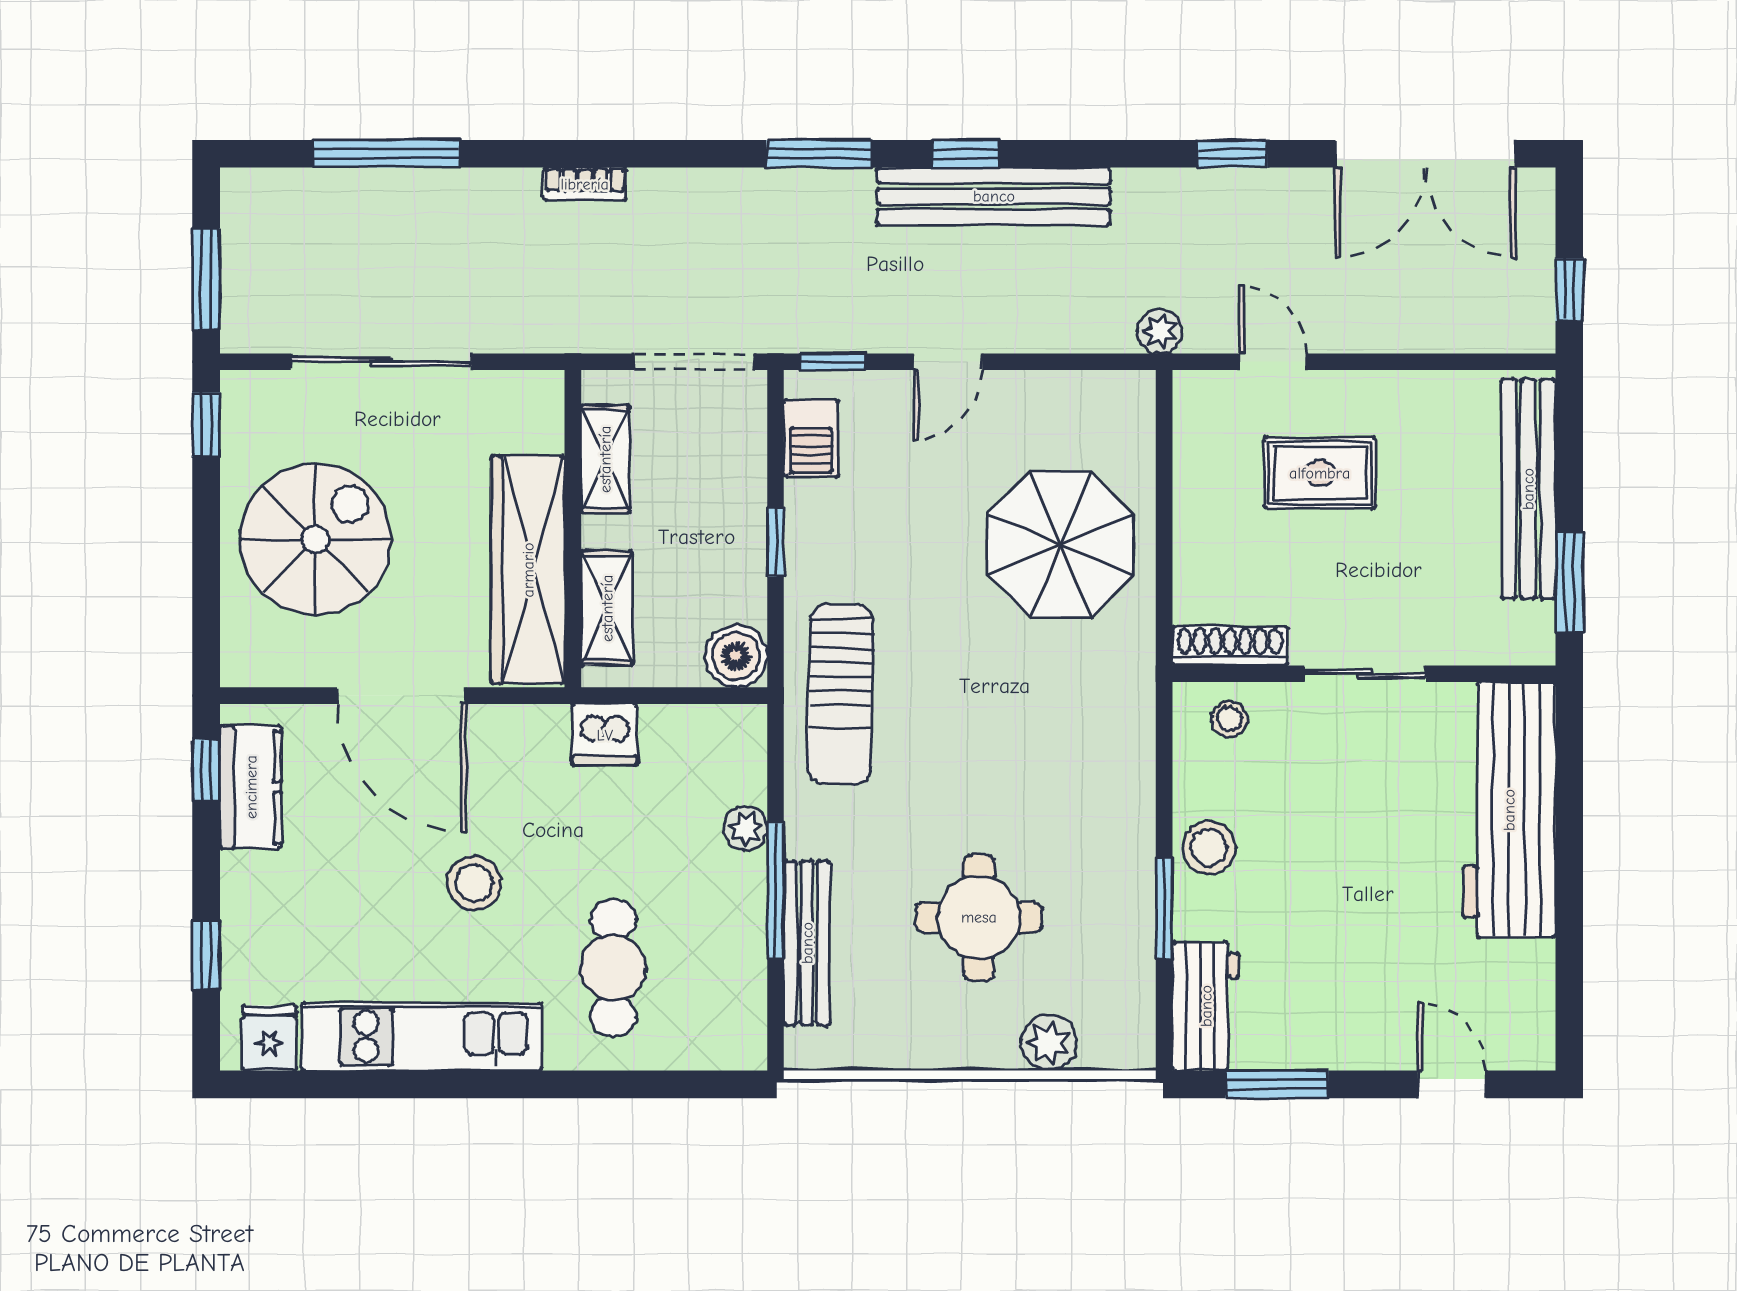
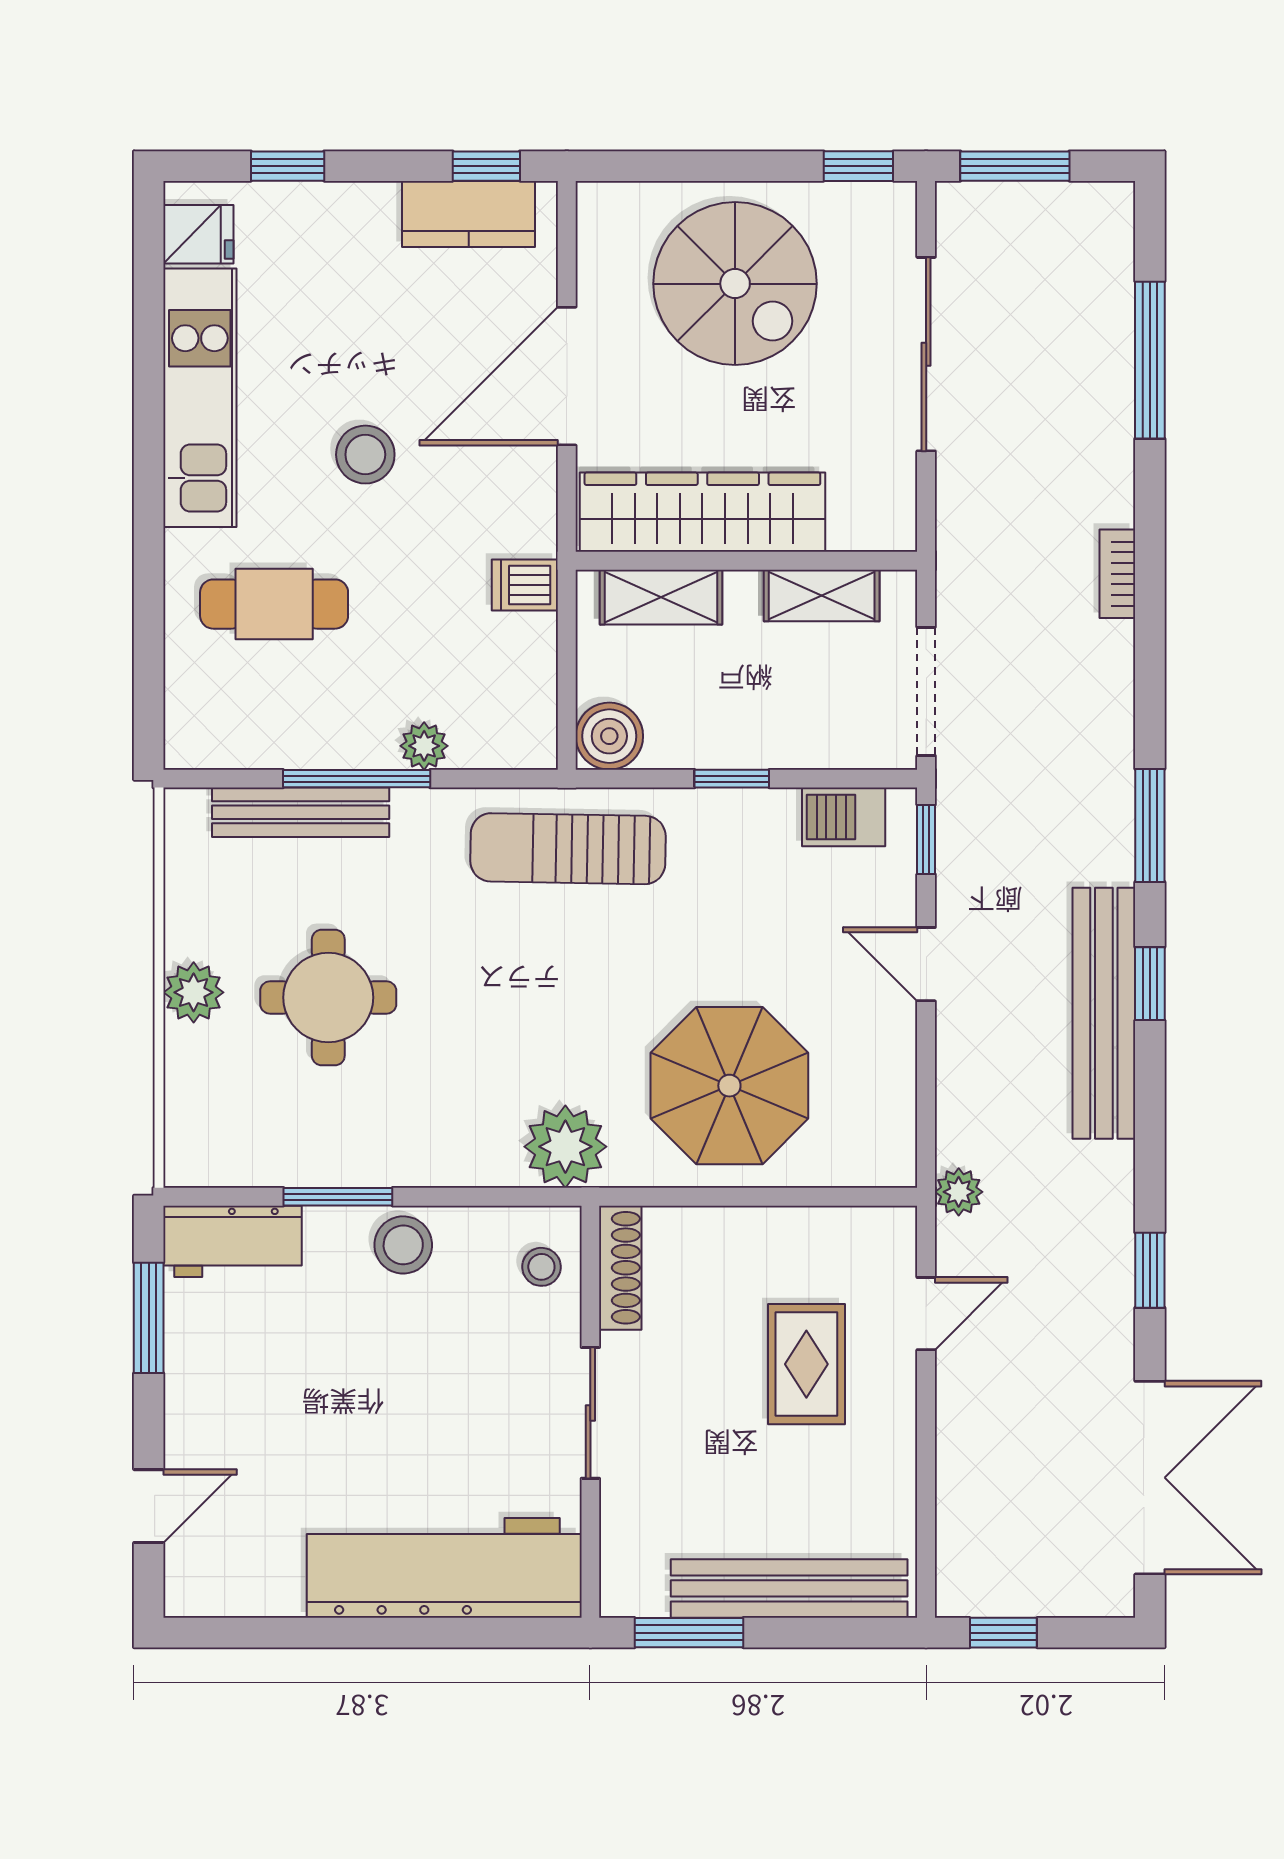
double door: (1425, 154) -> (1150, 1478), swing flipped
plant: (1118, 697) -> (565, 1147), added
dishwasher: (605, 735) -> (525, 585), width x0.73
plant: (1049, 1043) -> (194, 992), moved

